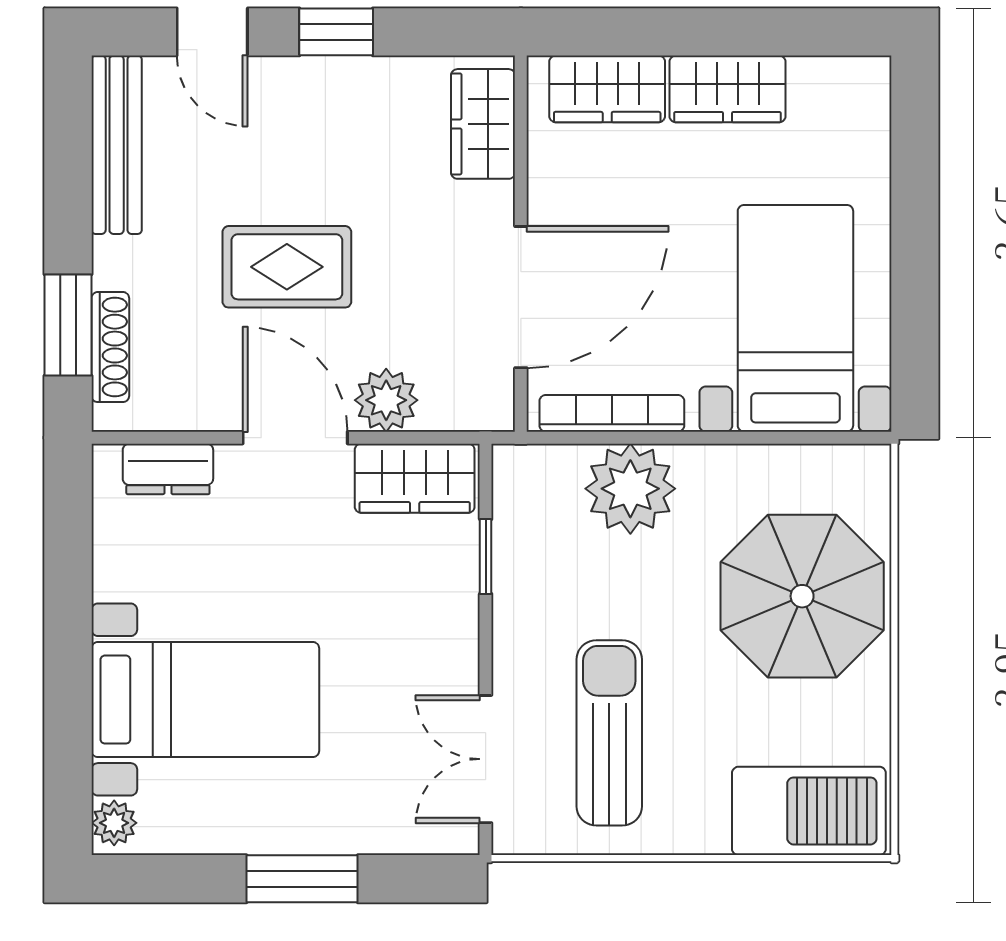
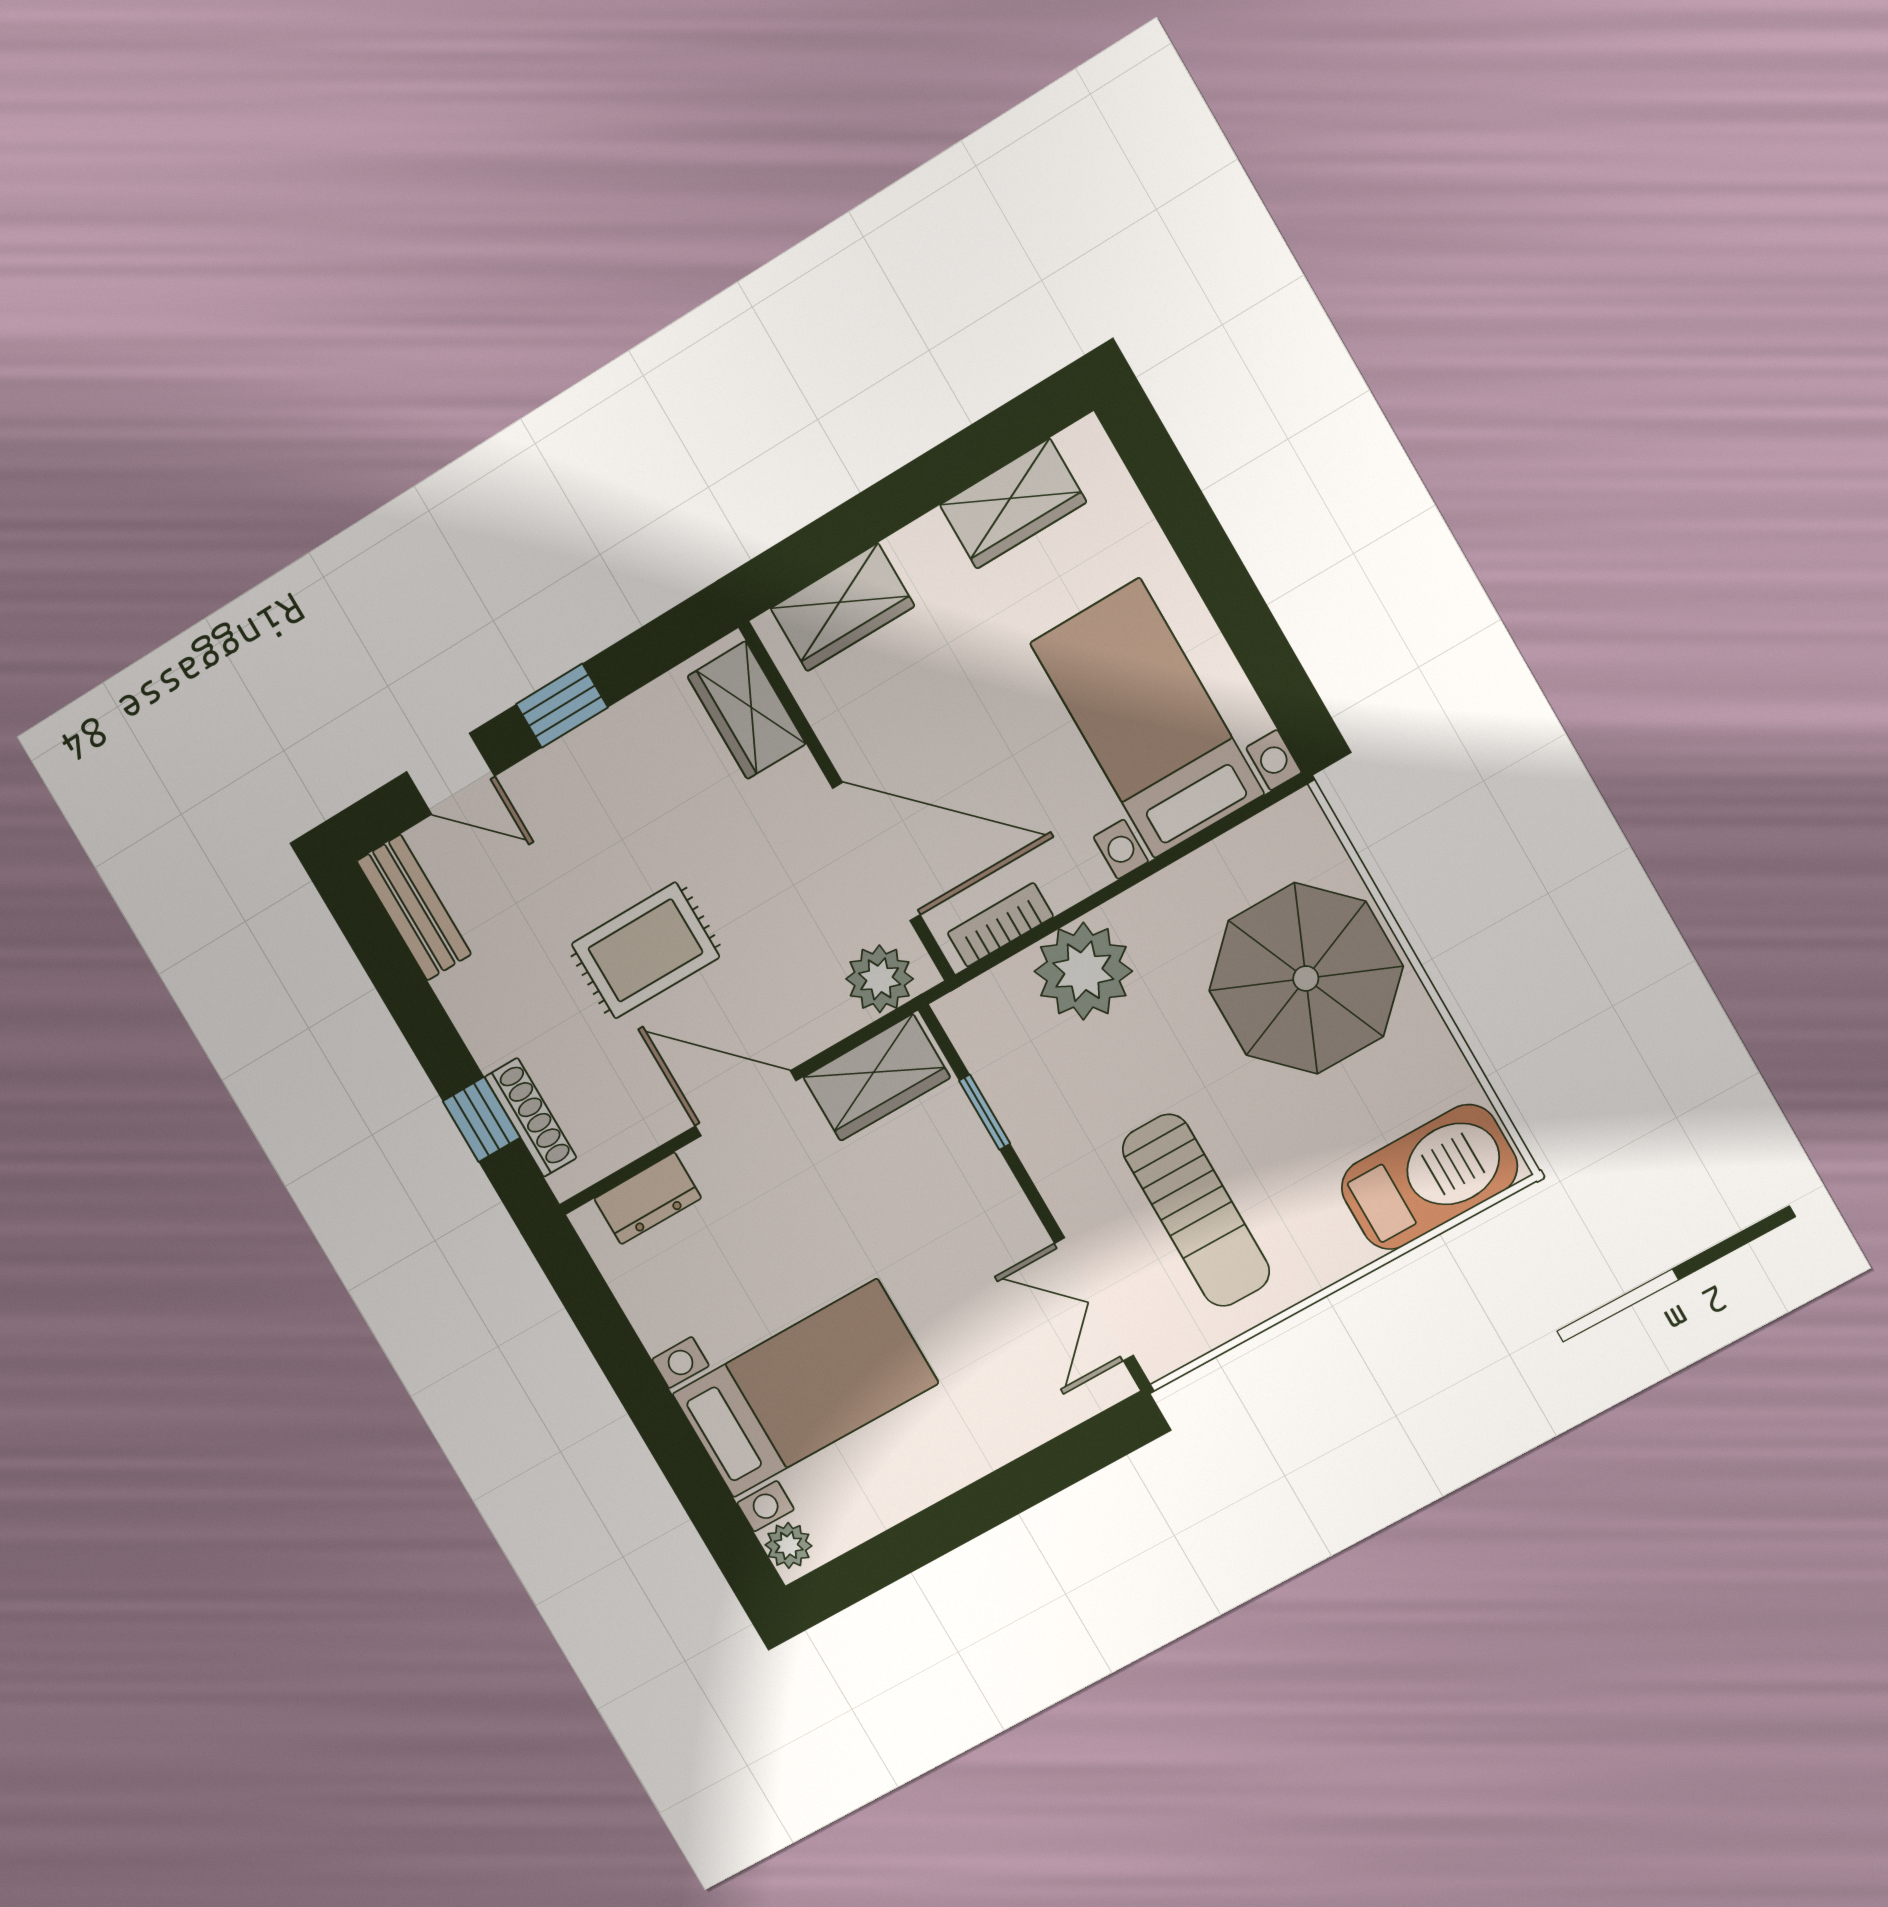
wardrobe: (727, 89) -> (1013, 504), moved
bench: (117, 145) -> (414, 908), width x0.73
door: (521, 297) -> (876, 852), hinge flipped
window: (68, 325) -> (481, 1119), width x0.67
plant: (386, 400) -> (880, 979), moved
bookcase: (612, 413) -> (1000, 925), width x0.64
sun lounger: (609, 733) -> (1196, 1210), turned 180
window: (302, 879) -> (989, 1502), removed

